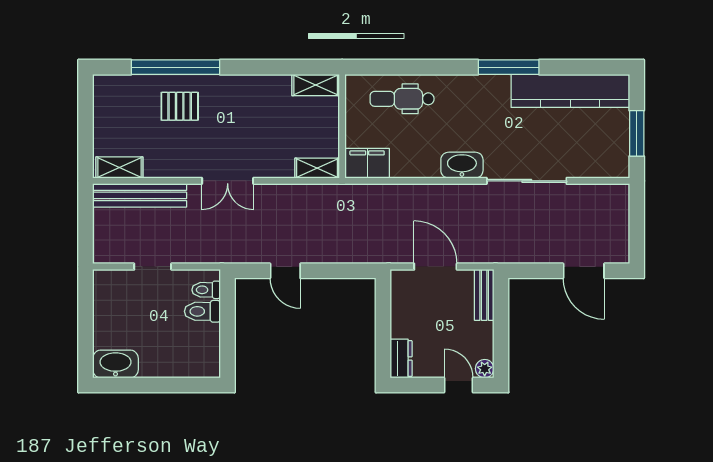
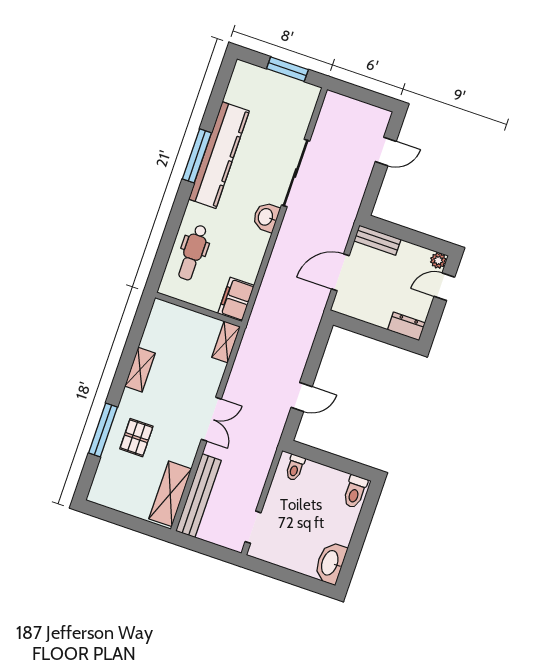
window: (175, 67) -> (103, 430), width x0.68
shelving: (316, 85) -> (140, 370), moved
kitchen counter: (570, 91) -> (219, 155), moved
washbasin: (462, 165) -> (266, 217), width x0.72
shelving: (119, 167) -> (170, 494), width x1.50, depth x1.33
doorway: (153, 267) -> (253, 527), moved
door: (584, 271) -> (386, 151), width x0.73
toilet: (202, 311) -> (355, 492), moved

